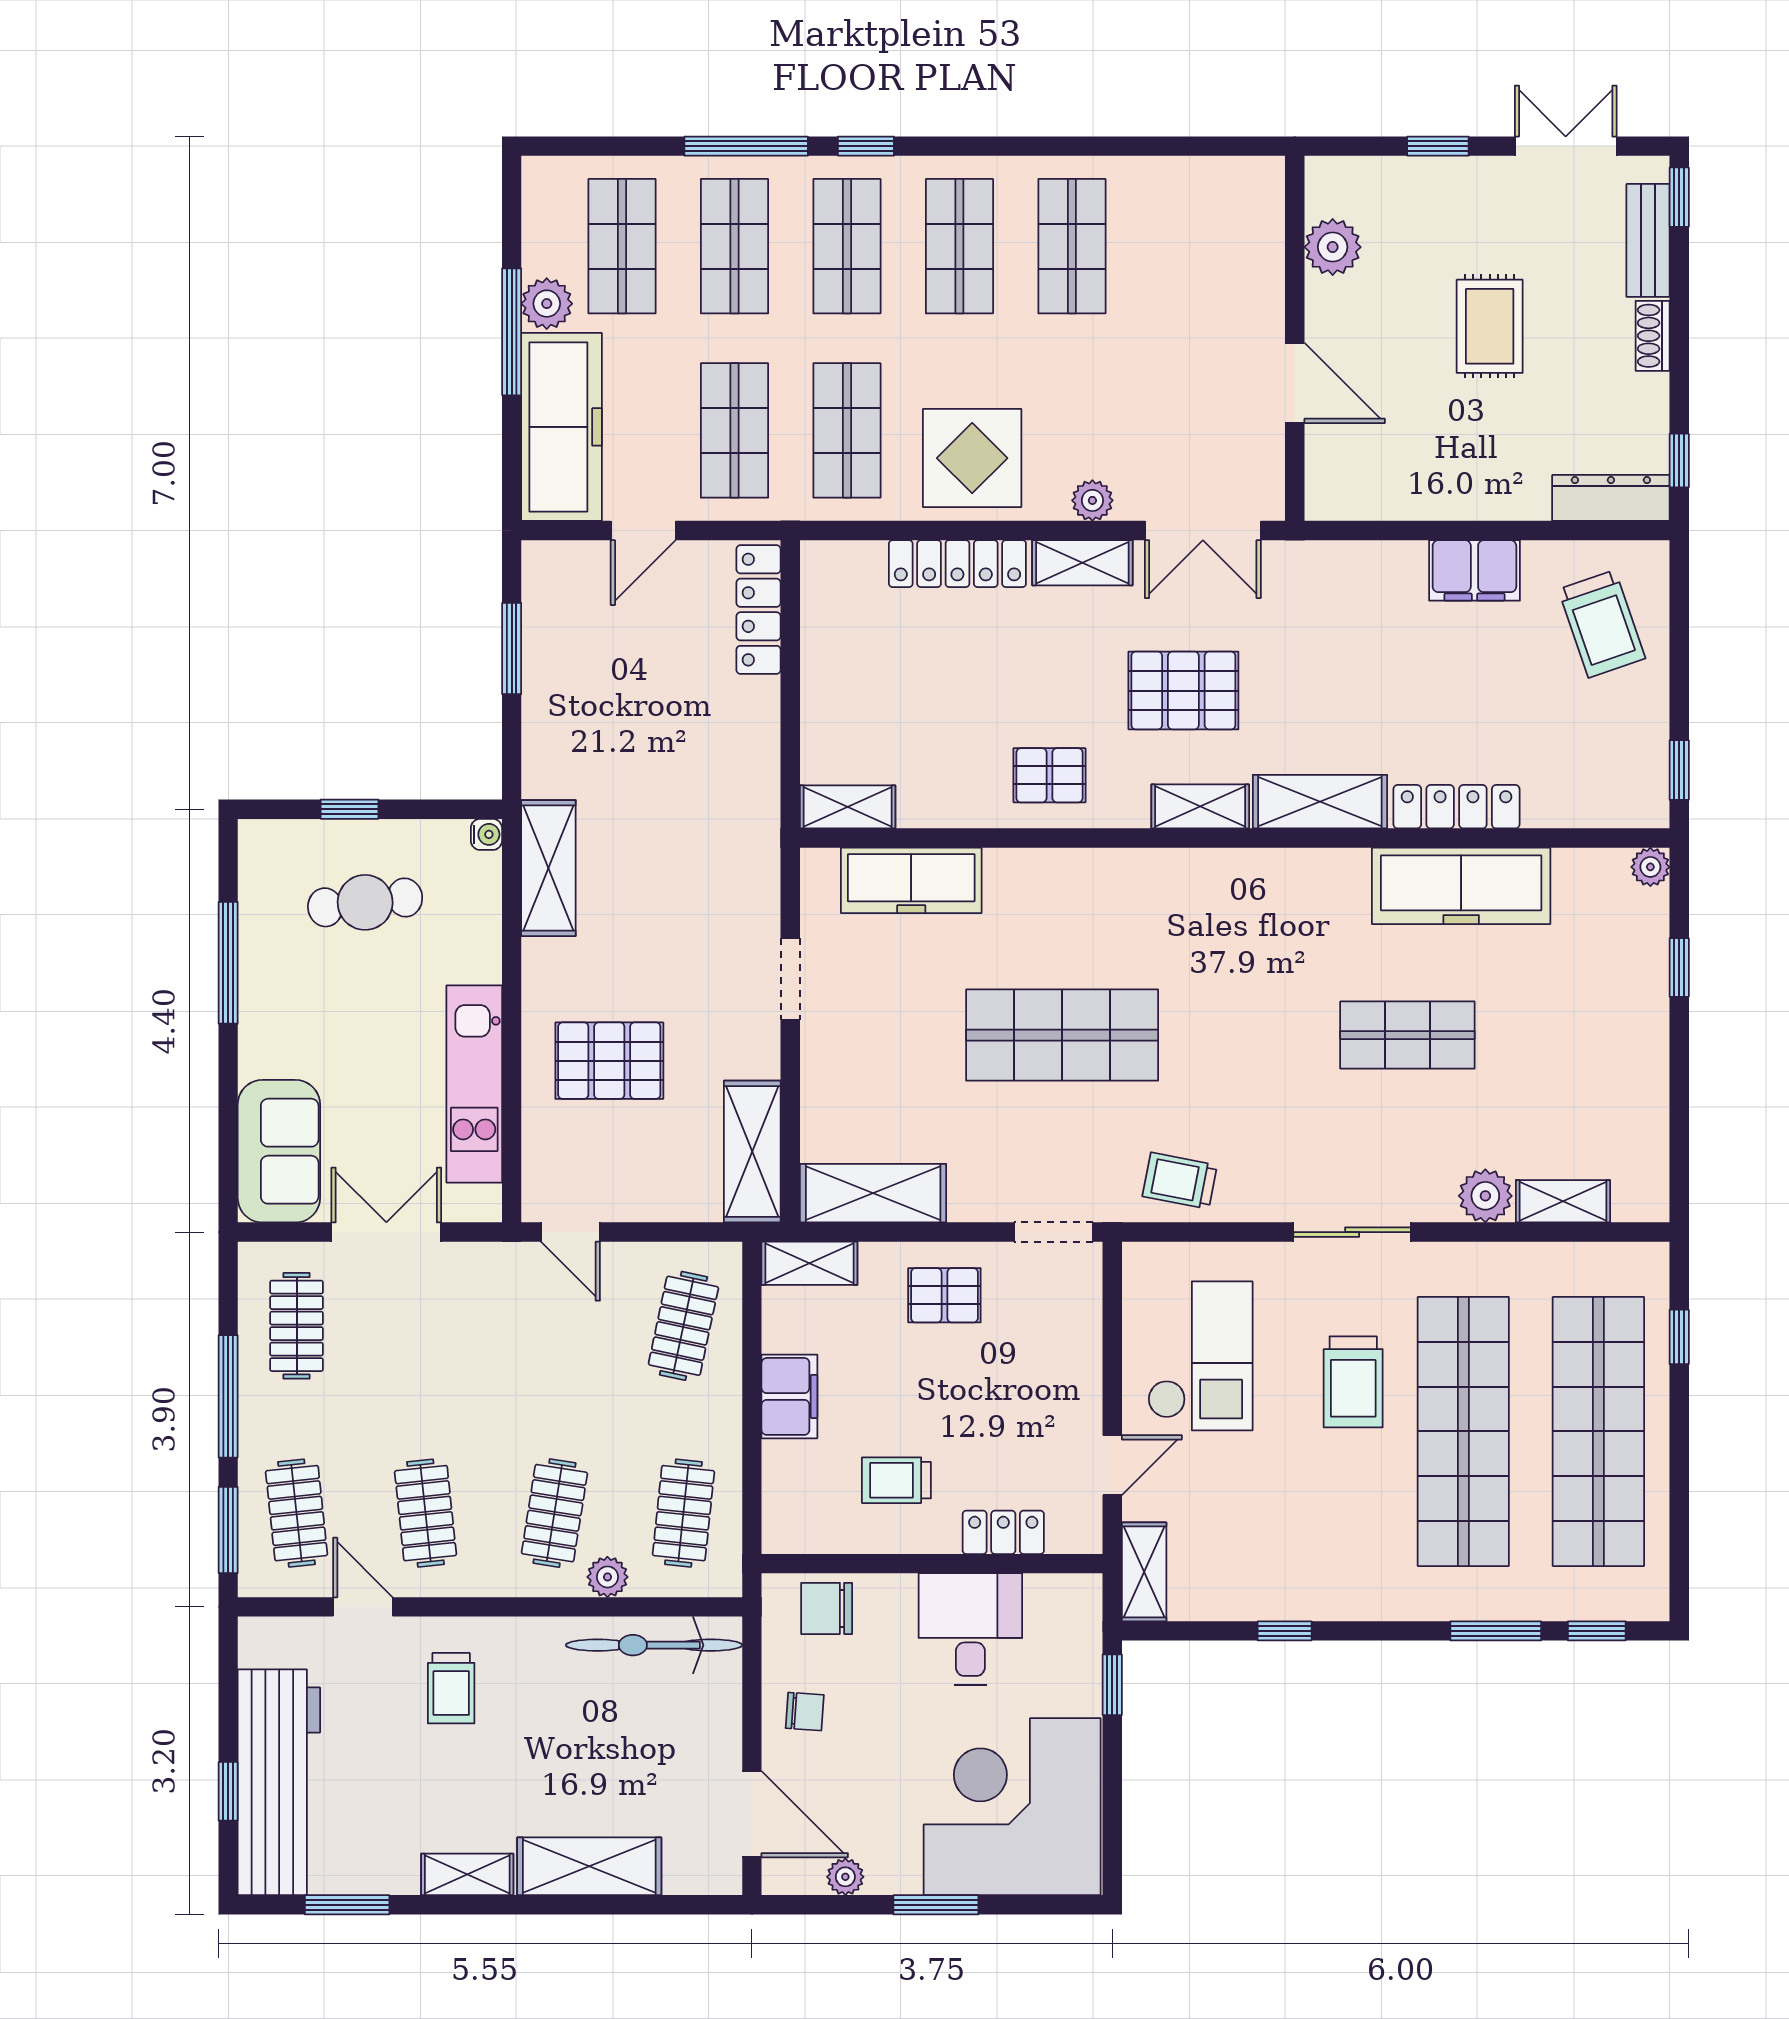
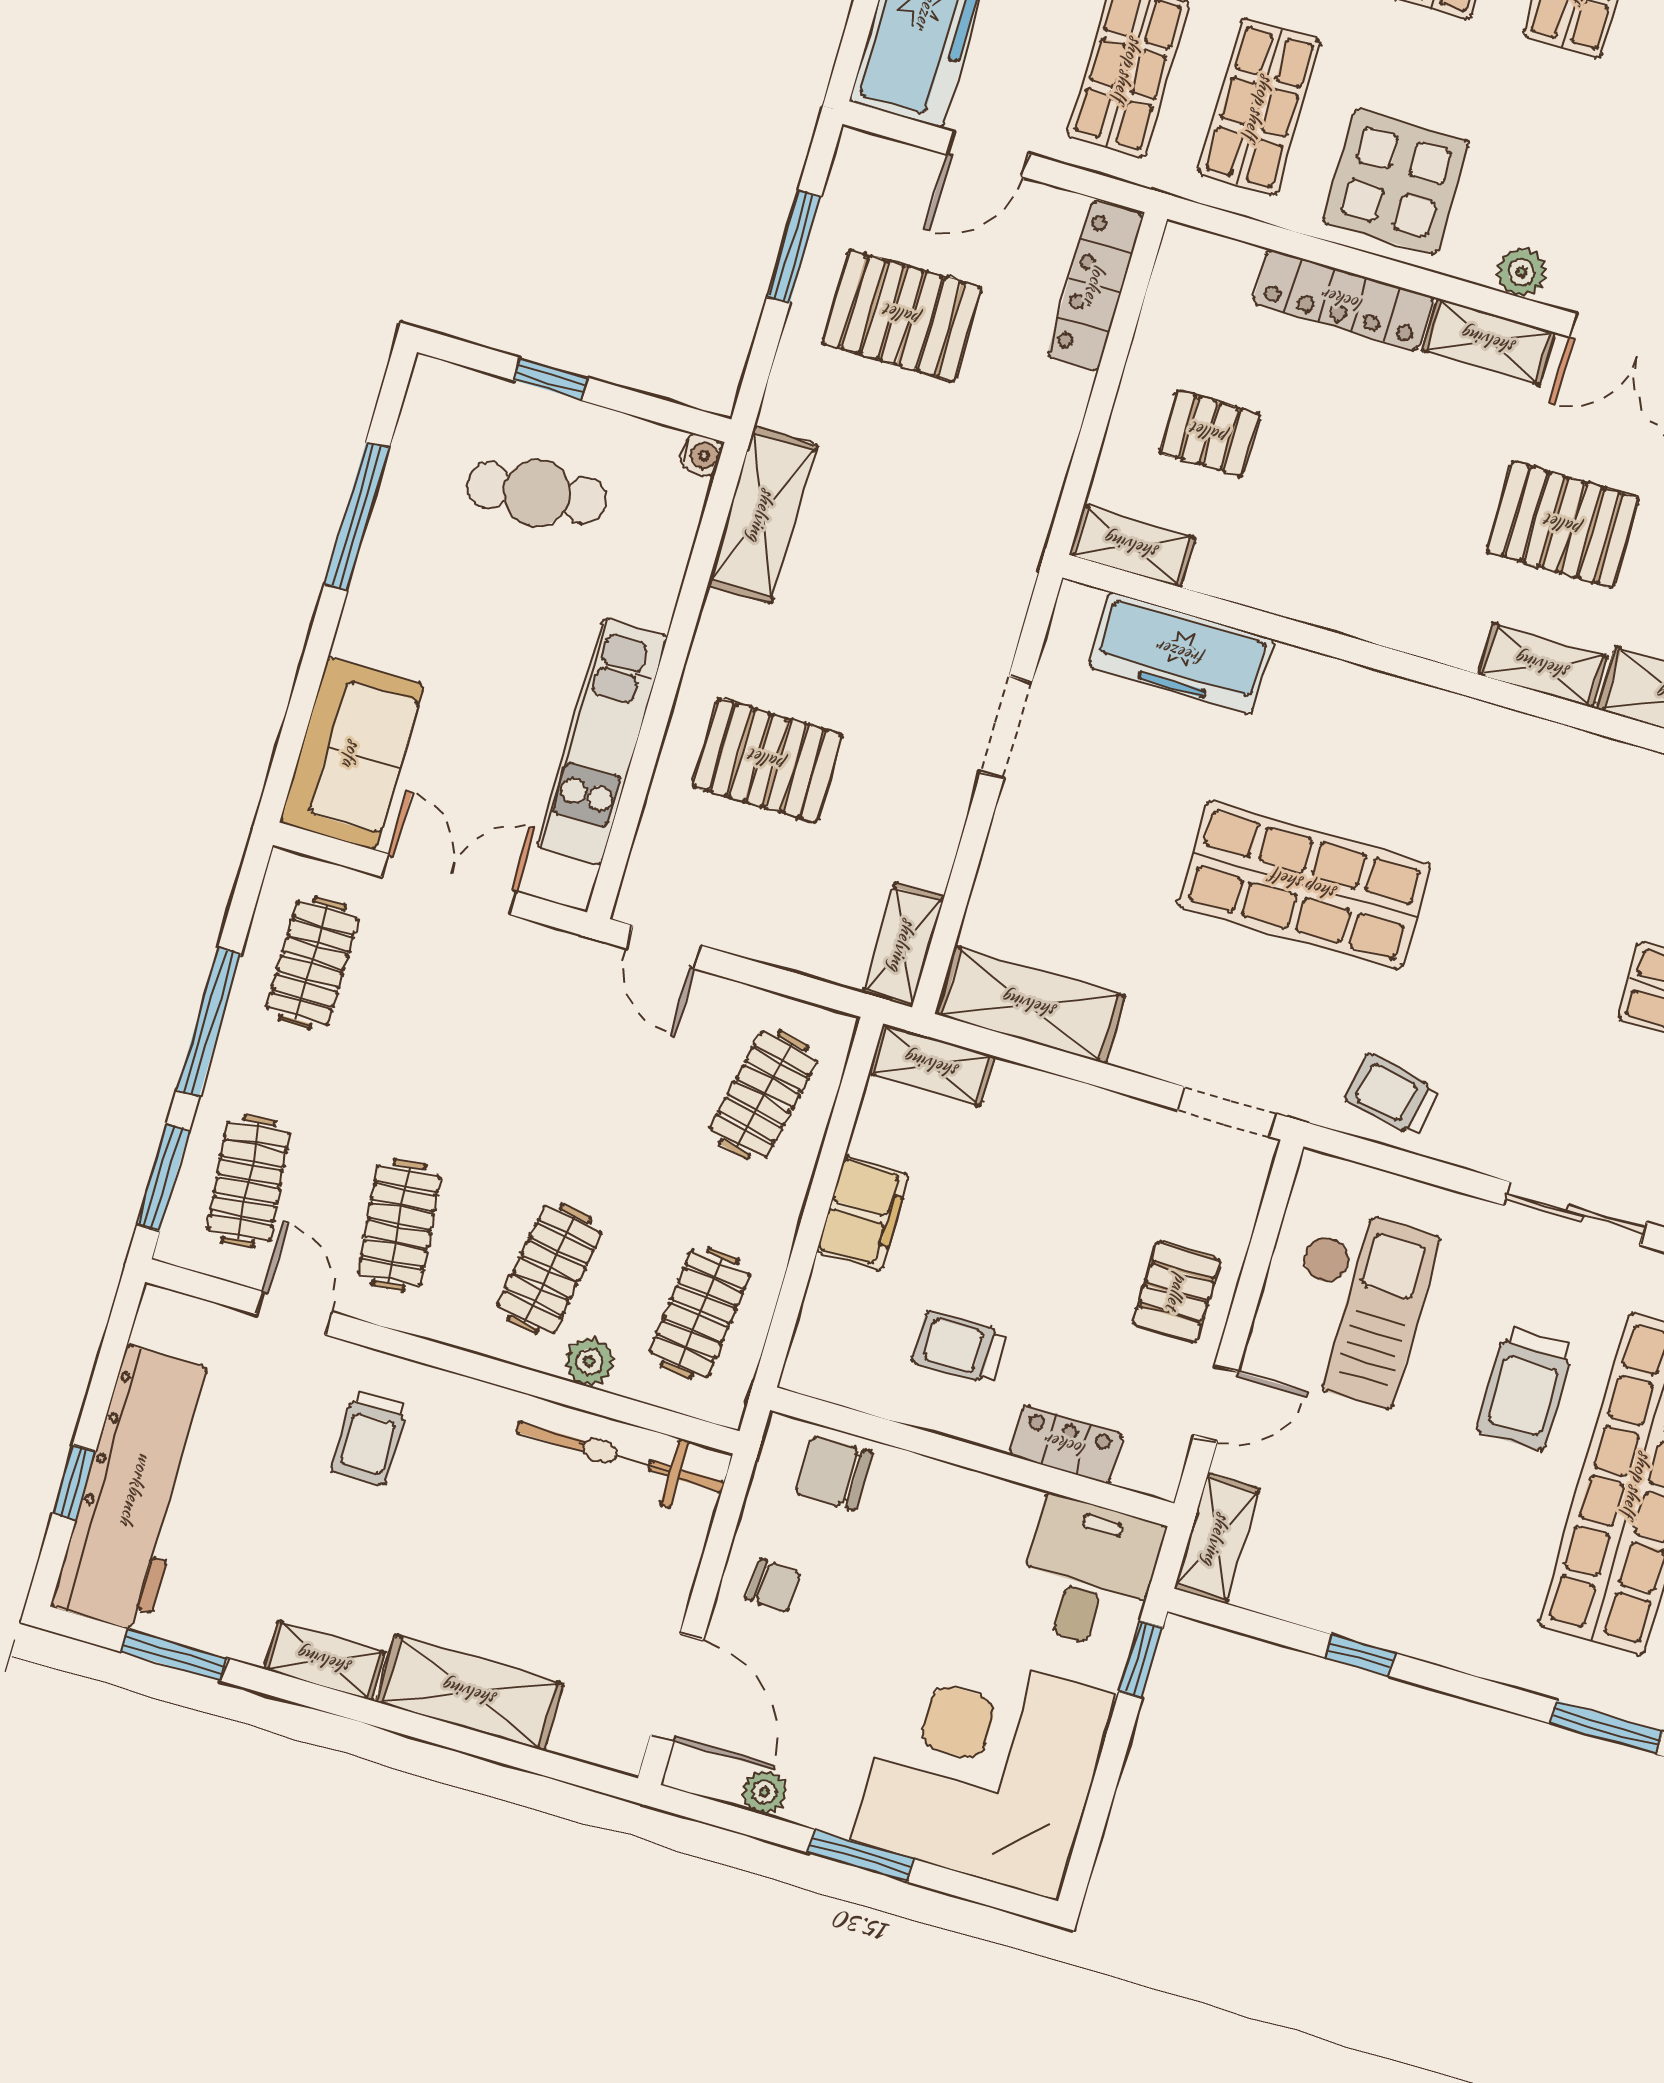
pallet: (613, 678) -> (902, 315), added
pallet: (1050, 775) -> (1209, 433), moved
shelving: (752, 1151) -> (903, 945), width x0.67, depth x0.75
pallet: (944, 1295) -> (1177, 1292), moved, turned 90
desk: (970, 1629) -> (1088, 1574), moved

